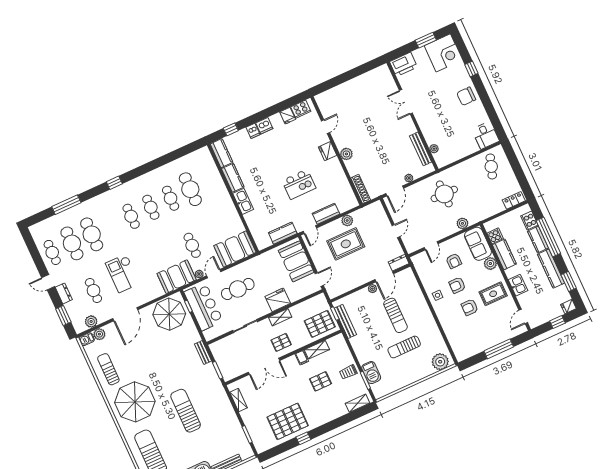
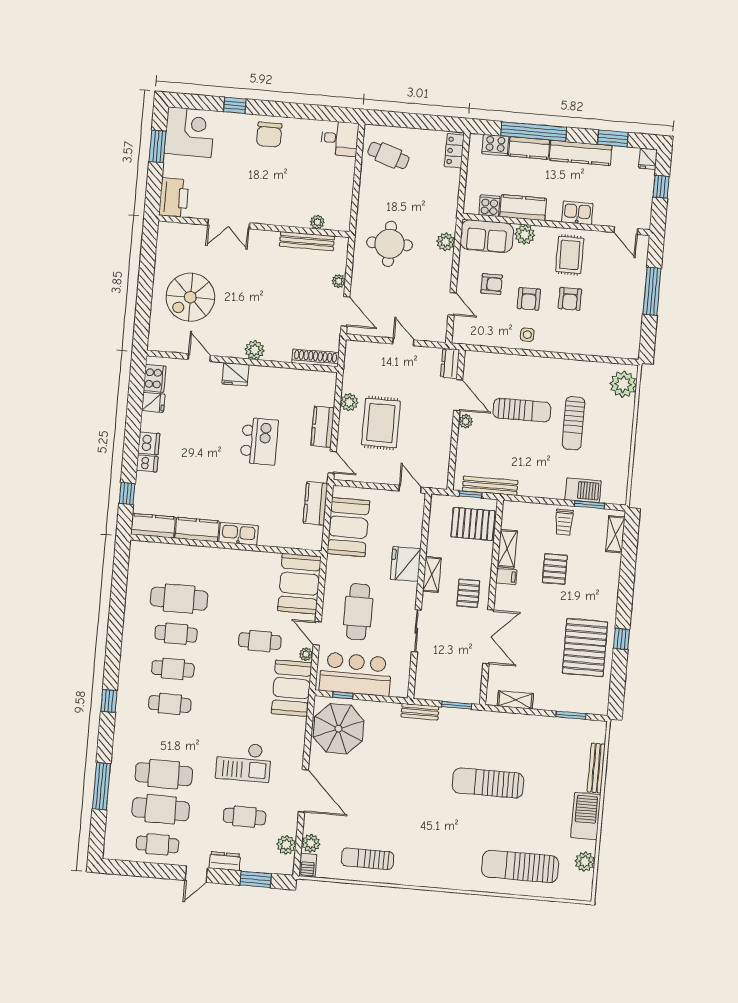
spiral stairs: (355, 104) -> (190, 297), added
booth: (296, 261) -> (348, 527), moved, turned 90
pallet: (320, 324) -> (473, 524), turned 90
parasol: (135, 402) -> (435, 847), removed

